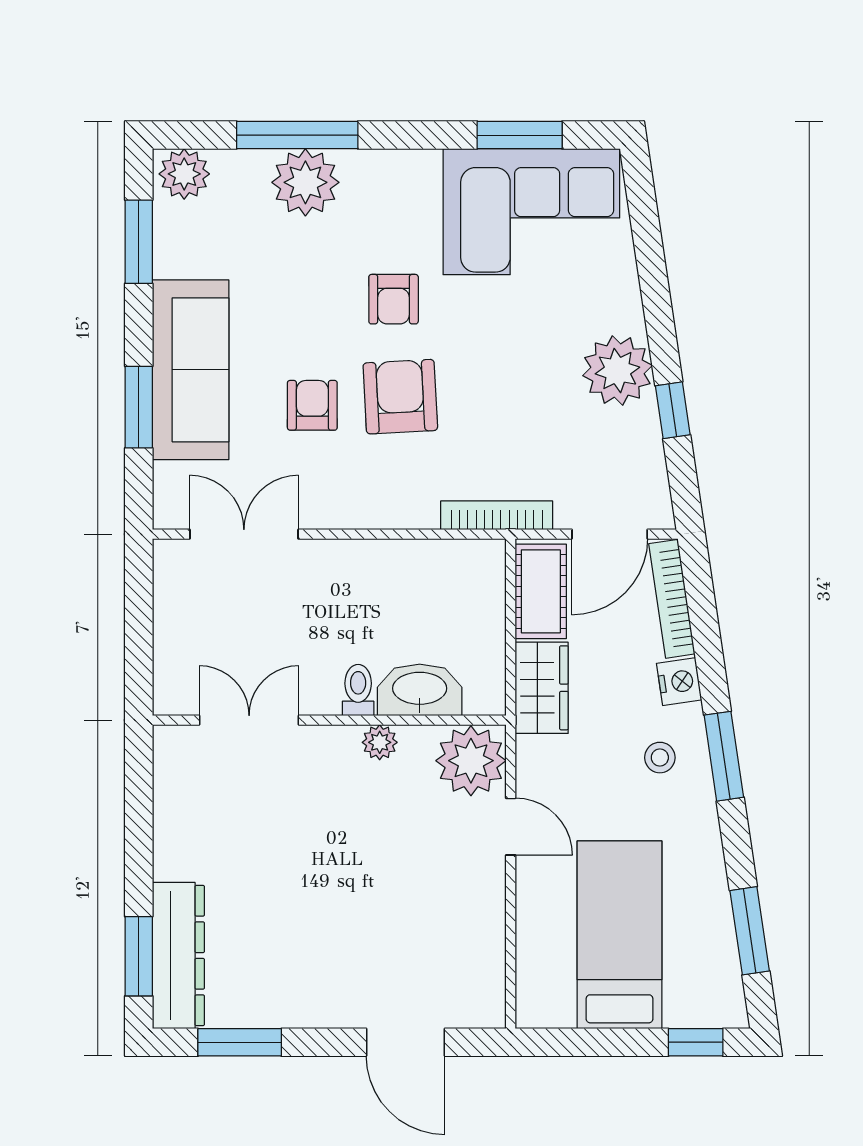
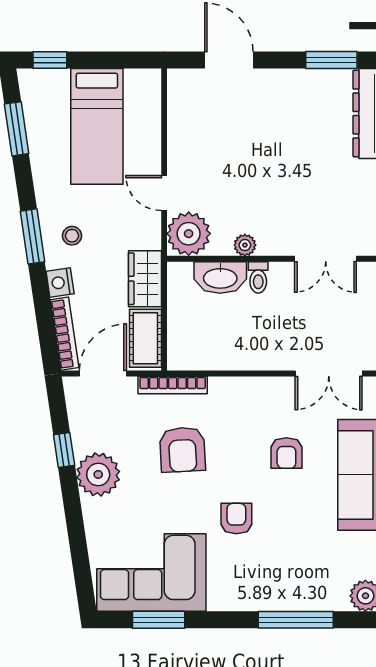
plant: (305, 182) -> (291, 591), removed
armchair: (400, 397) -> (182, 450), moved

